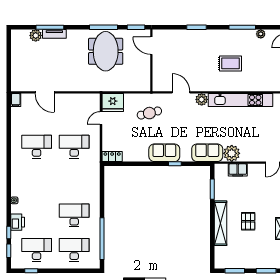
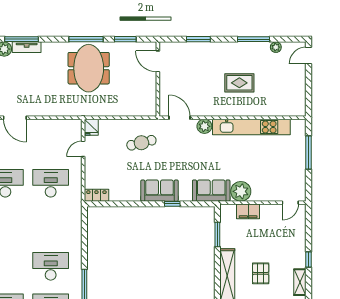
door: (151, 46) -> (158, 61), moved
wall: (151, 60) -> (158, 79), moved
fridge: (113, 102) -> (91, 127), width x0.53, depth x0.75

